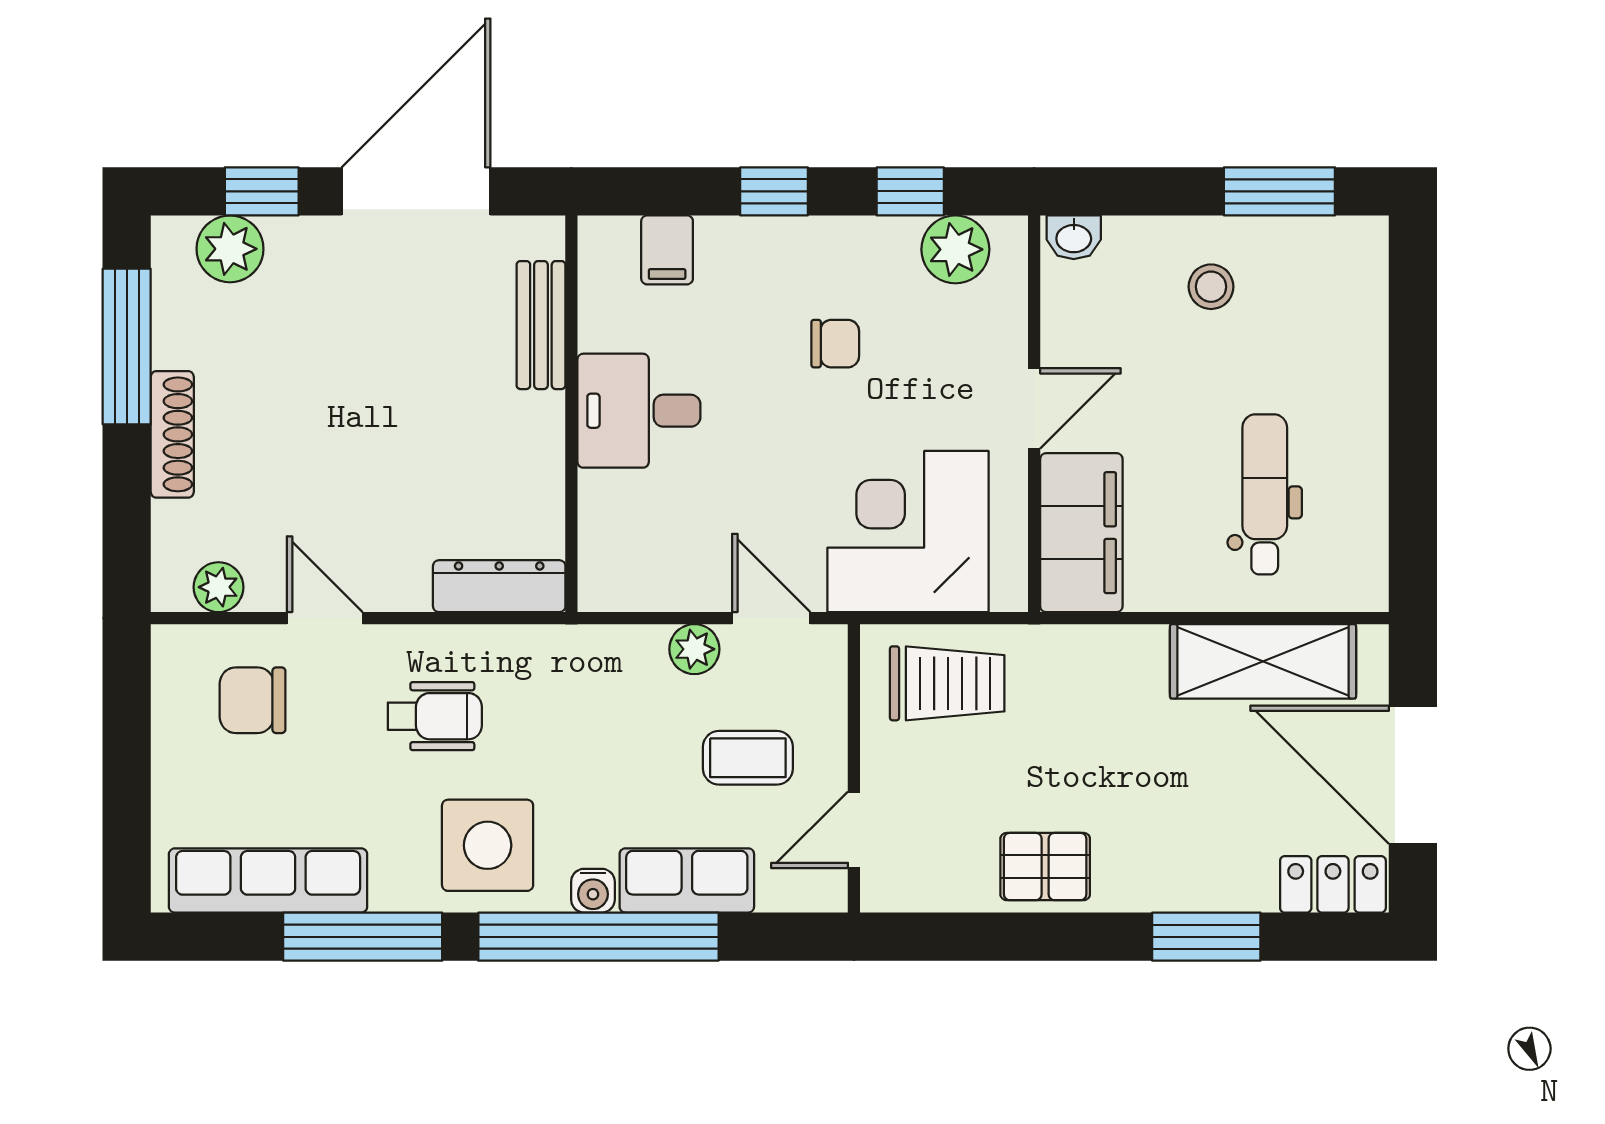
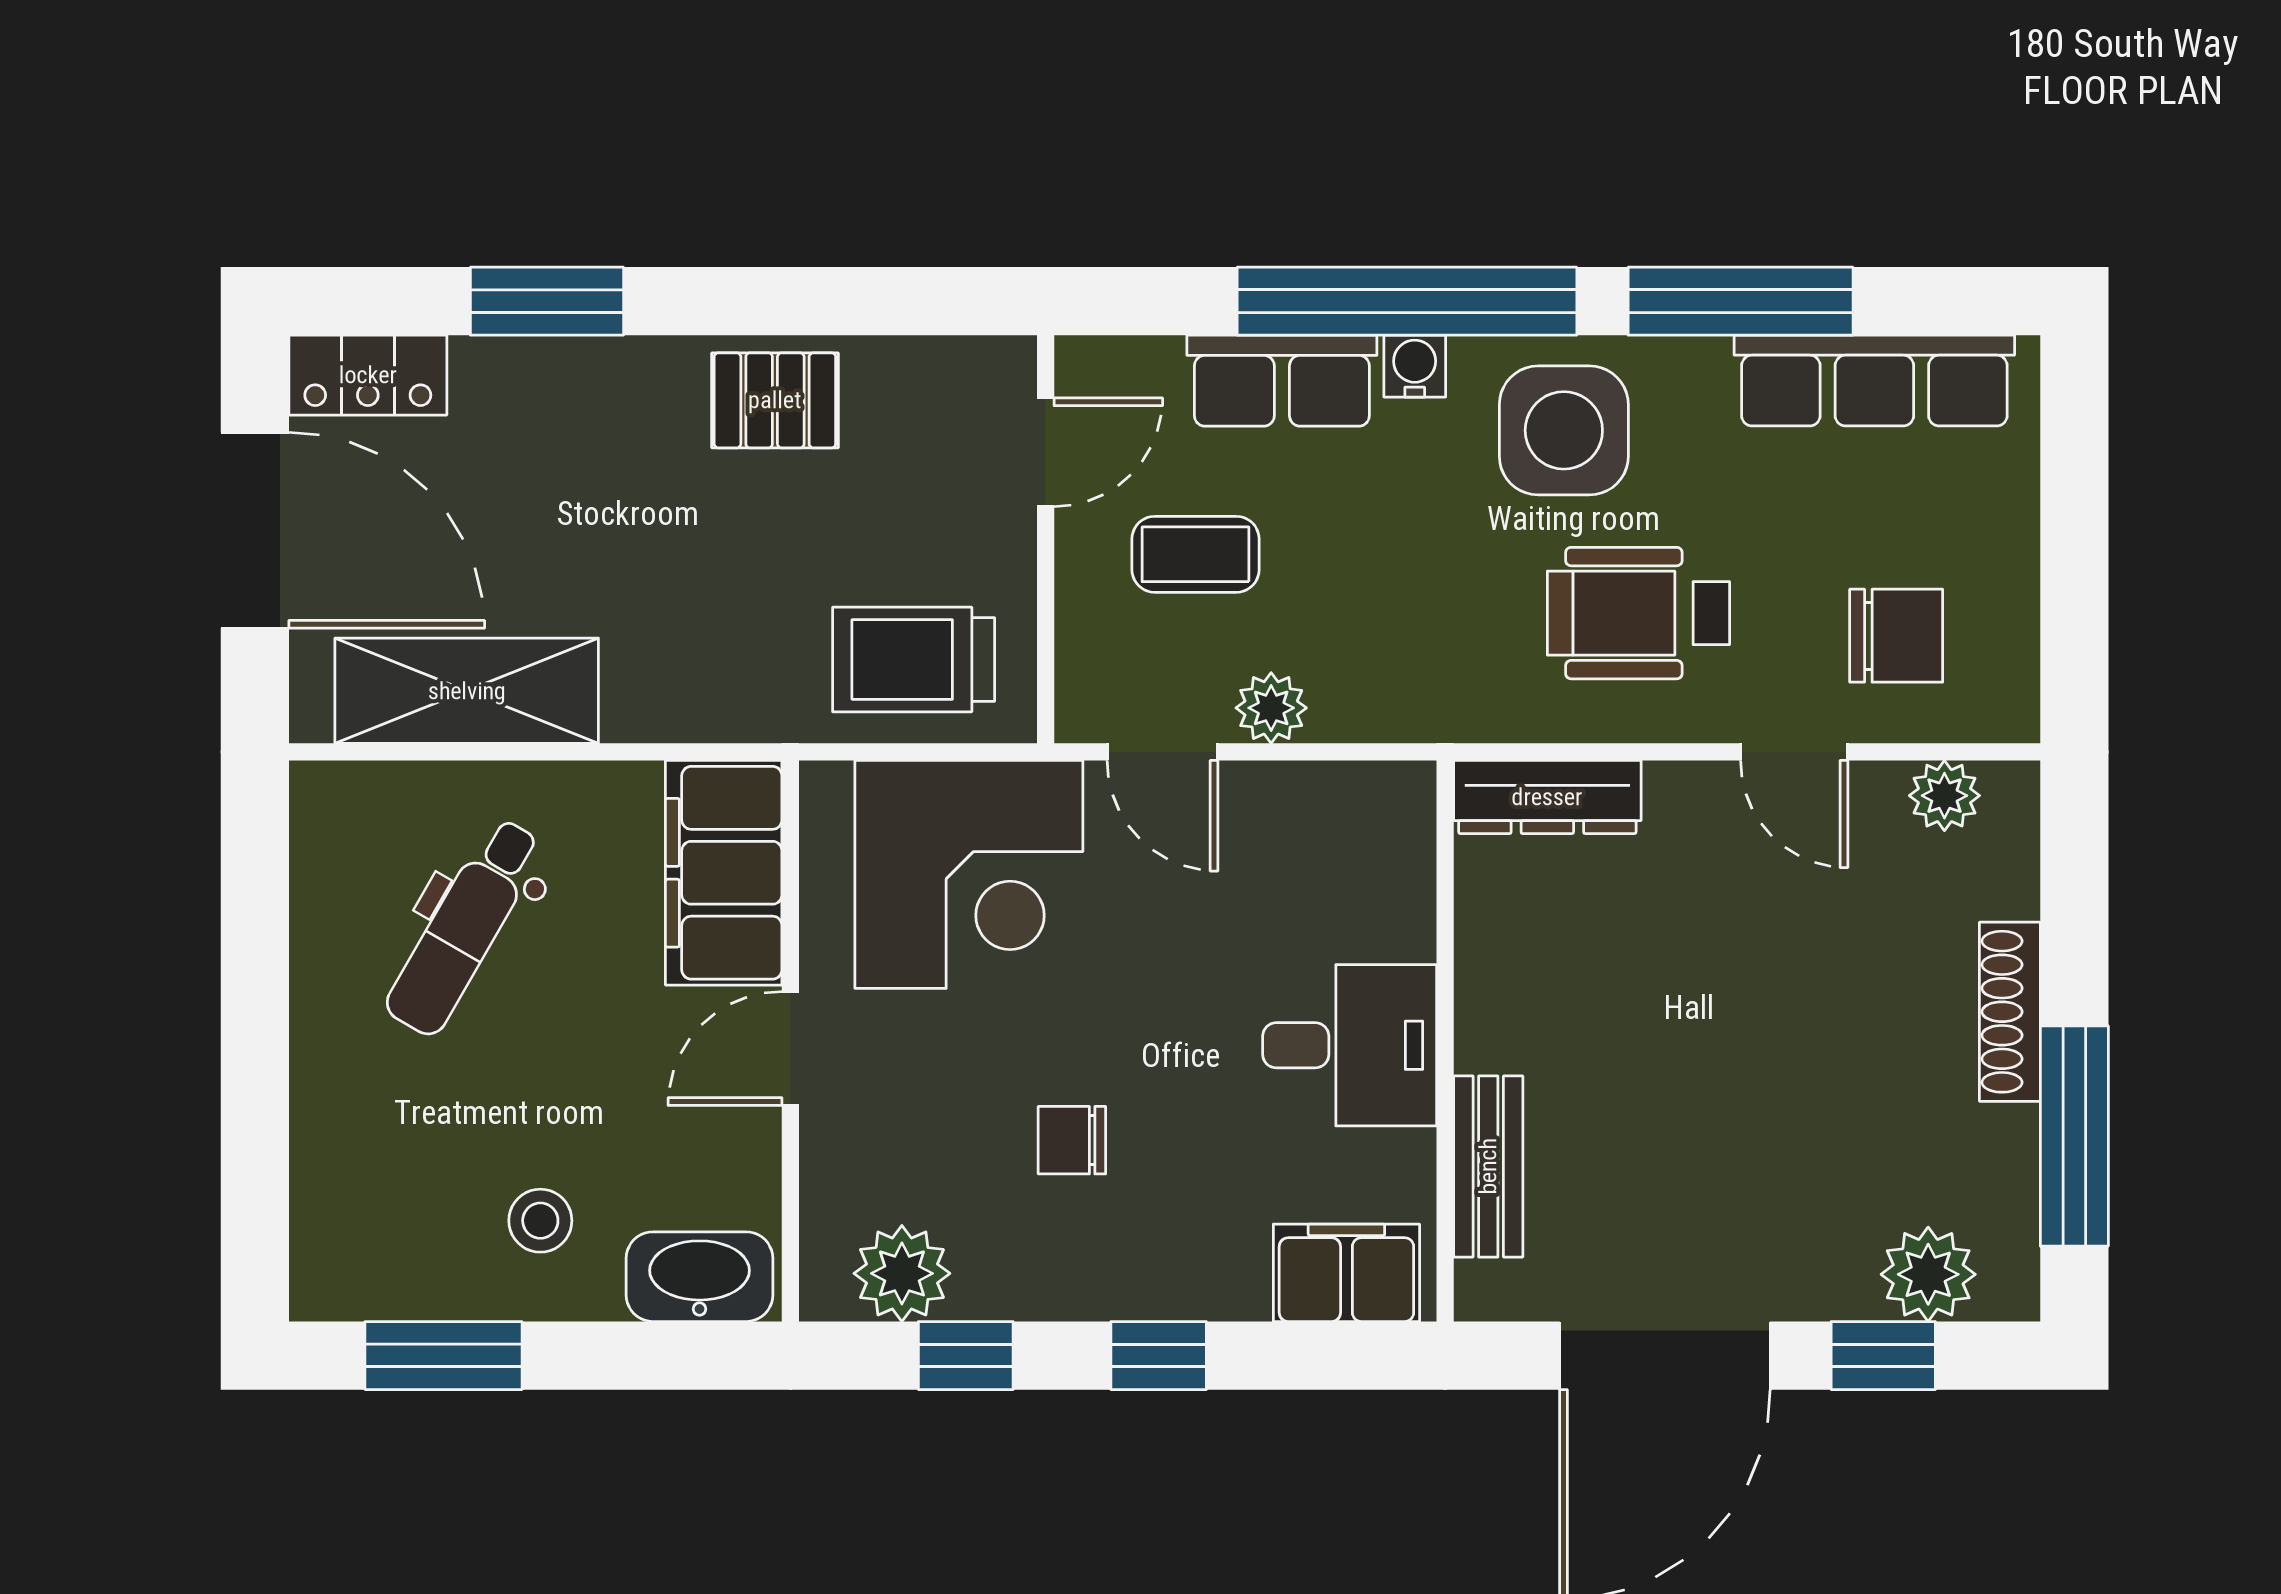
washbasin: (1074, 237) -> (700, 1277), width x1.91, depth x1.45
filing cabinet: (667, 250) -> (1346, 1273), width x2.00
dental chair: (1265, 494) -> (464, 927), turned 30
wheelchair: (435, 716) -> (1638, 613), width x1.36, depth x1.37

